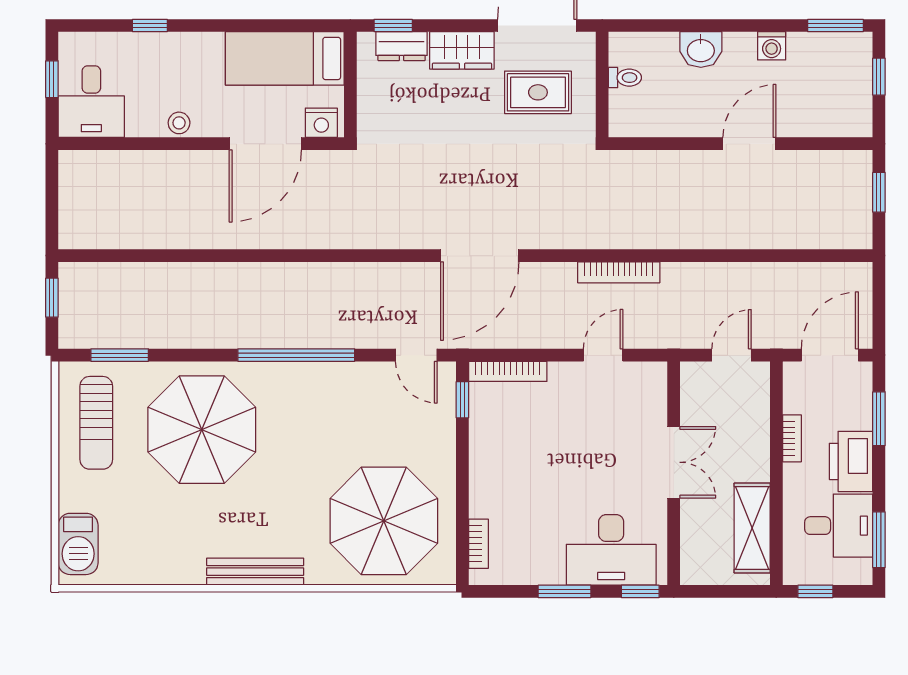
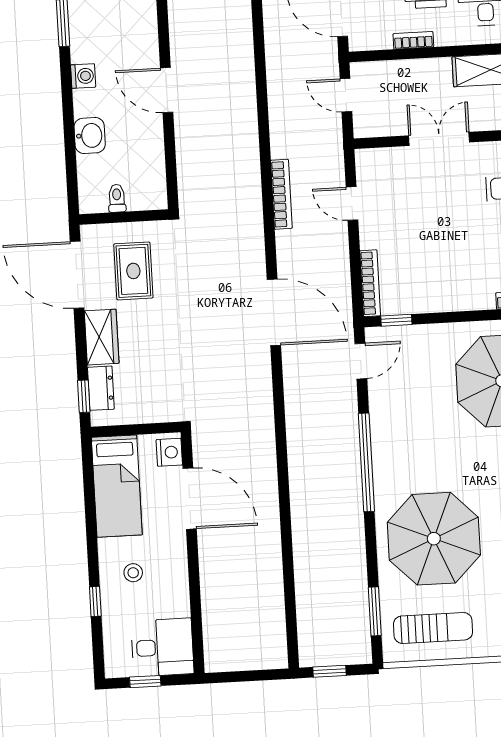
stool: (179, 123) -> (133, 573), moved

